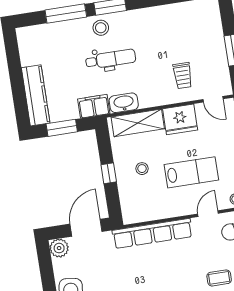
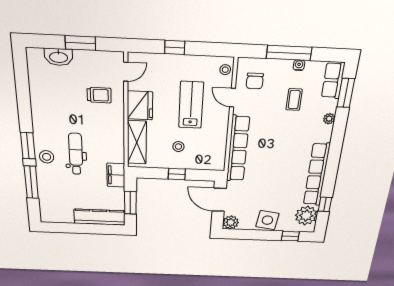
washbasin: (124, 103) -> (59, 57), moved, turned -90

